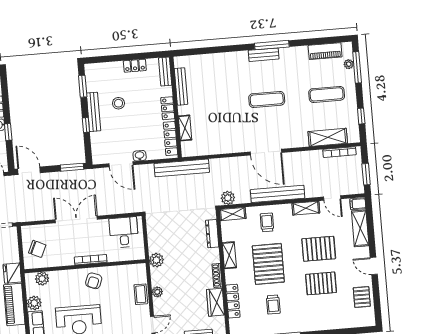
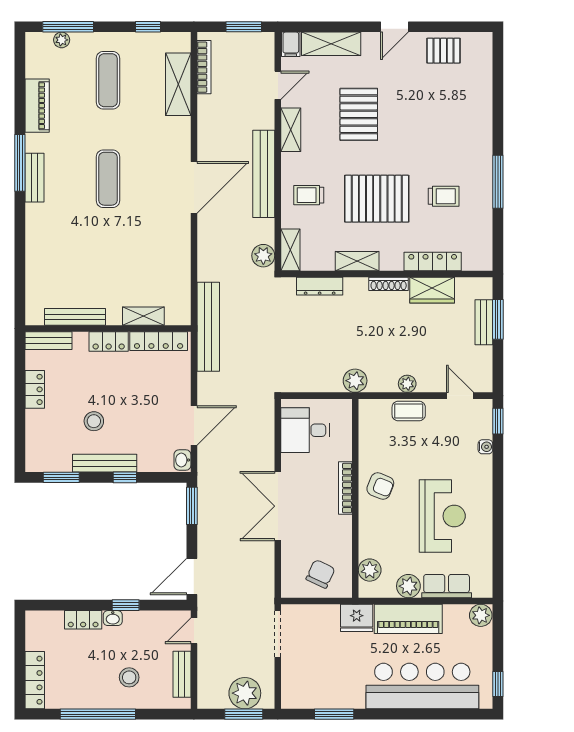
piano: (325, 51) -> (37, 106), moved
washbasin: (140, 156) -> (182, 460), moved
pallet: (321, 283) -> (416, 115), removed

